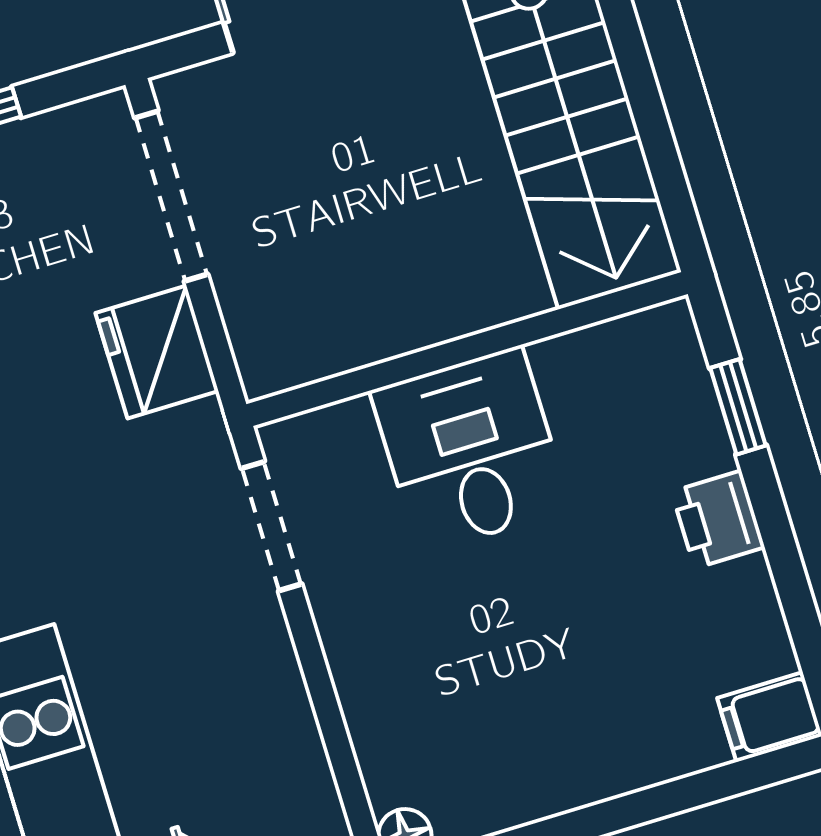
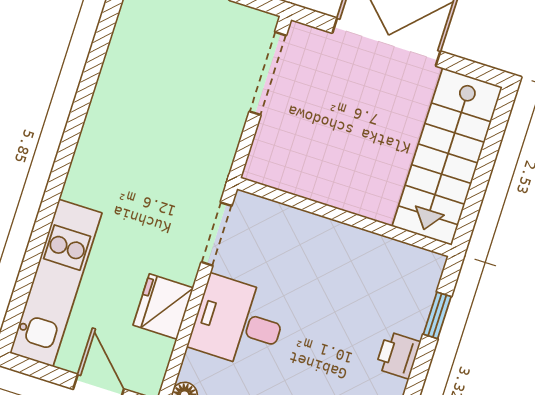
fridge: (157, 352) -> (163, 306), moved
desk: (470, 450) -> (238, 322), moved, turned -90

